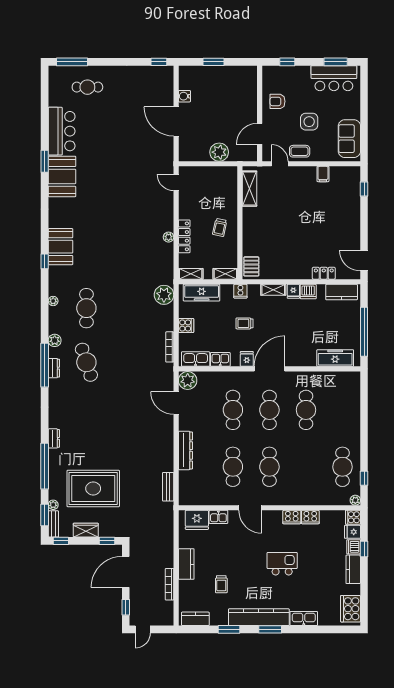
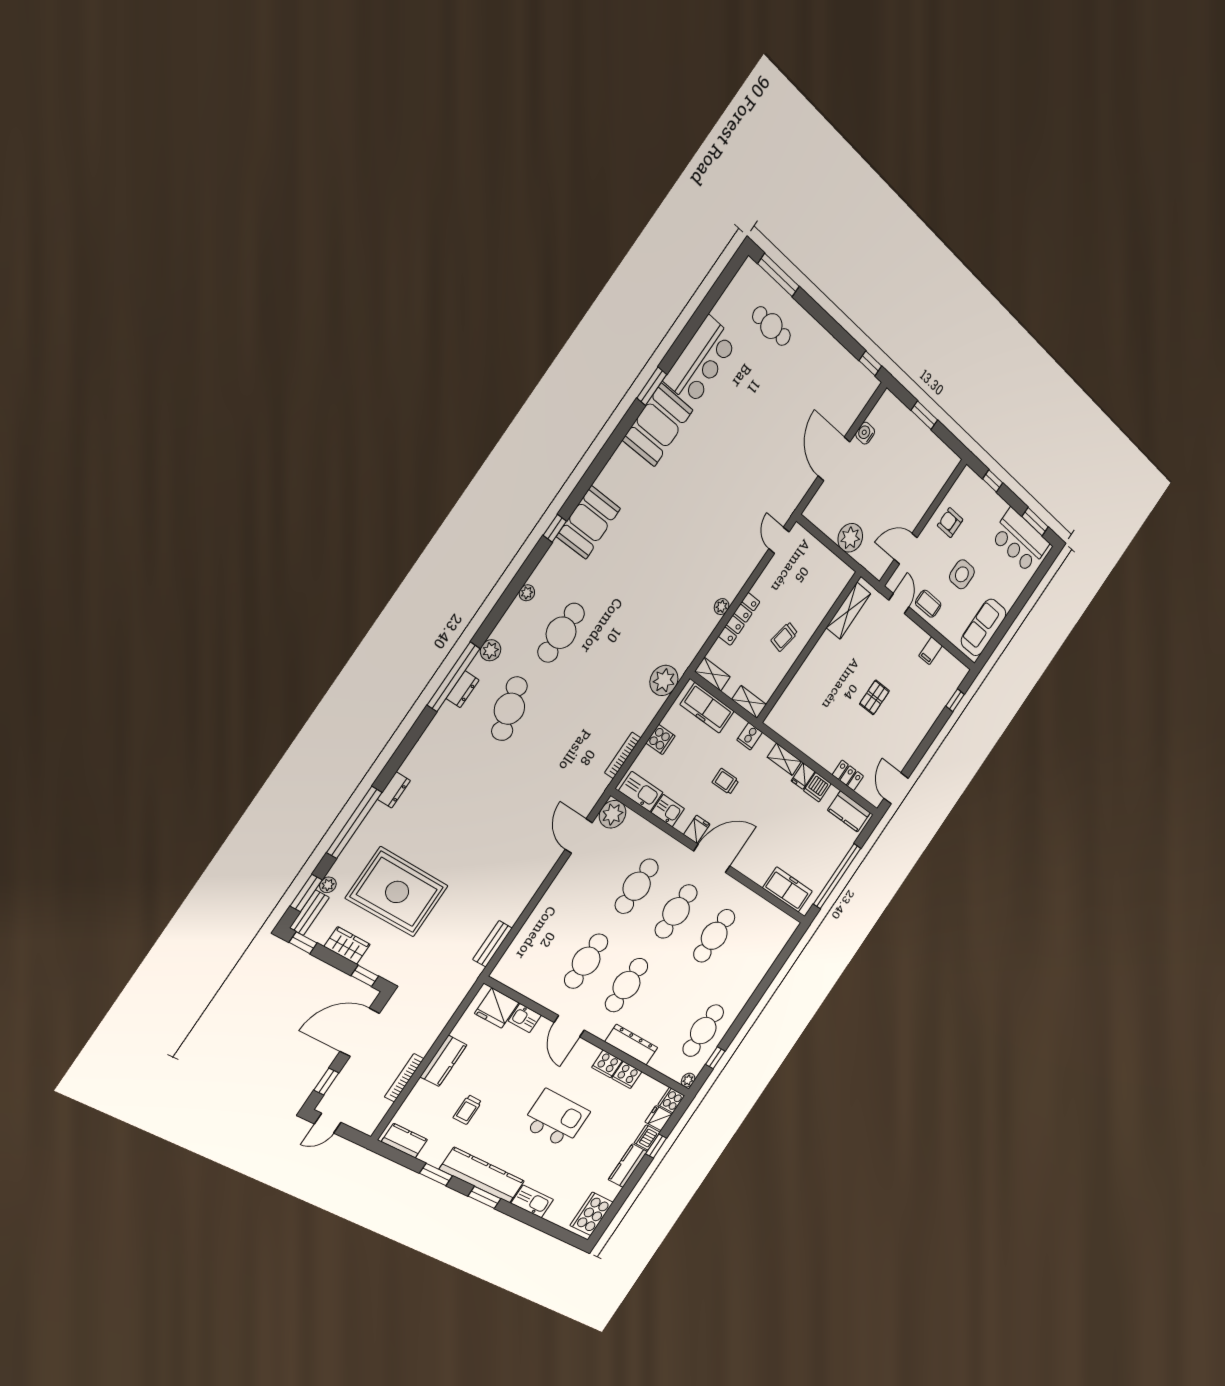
pallet: (251, 266) -> (874, 697), moved
dresser: (185, 450) -> (631, 1045), moved, turned -90
kitchen island: (282, 564) -> (556, 1119), width x1.37, depth x1.28

